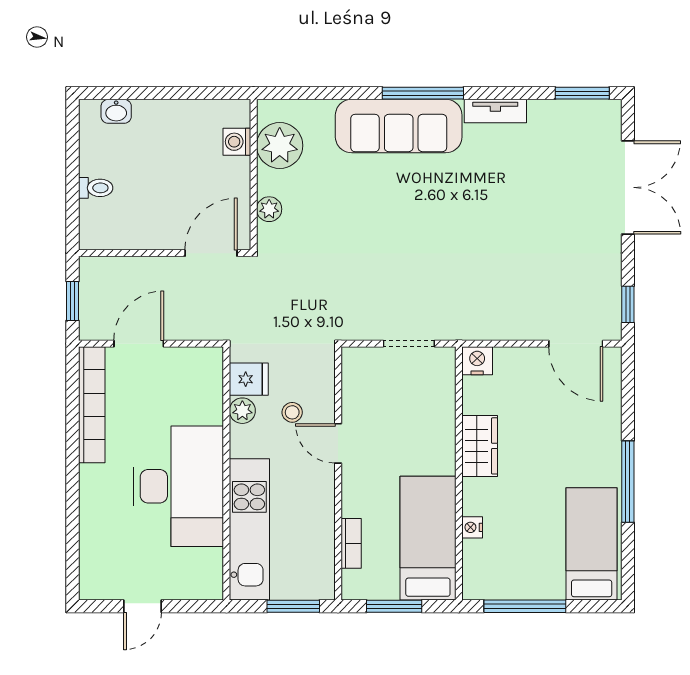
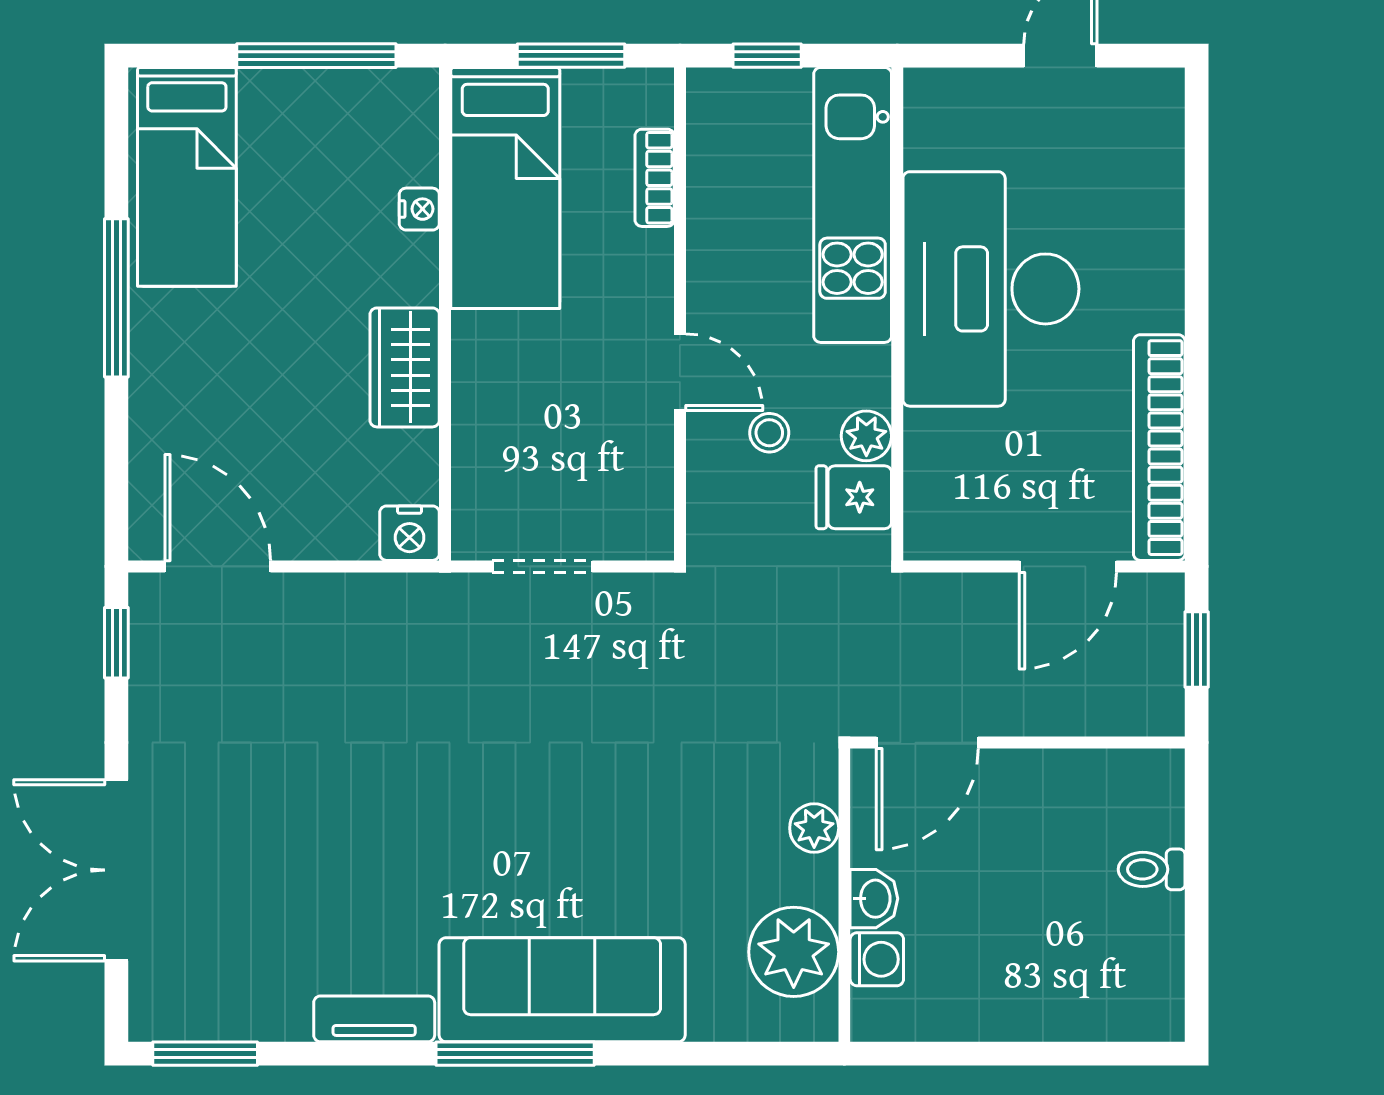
washbasin: (116, 111) -> (874, 899), moved, turned 90
window: (293, 606) -> (767, 56), width x0.67

